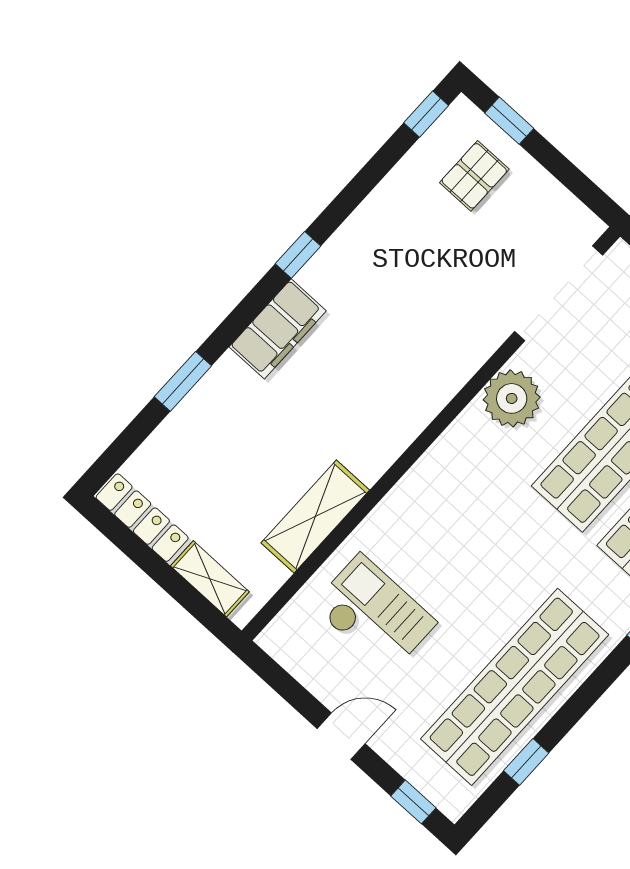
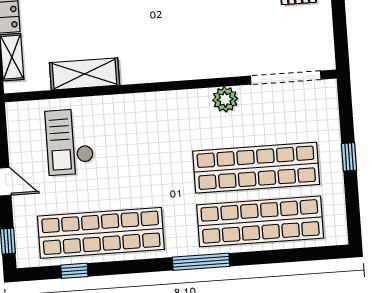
plant: (512, 398) -> (225, 99), width x0.73, depth x0.73
checkout: (374, 614) -> (70, 142), turned 180

